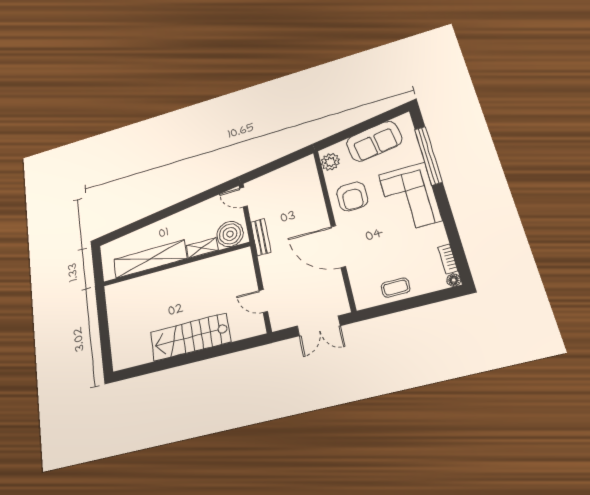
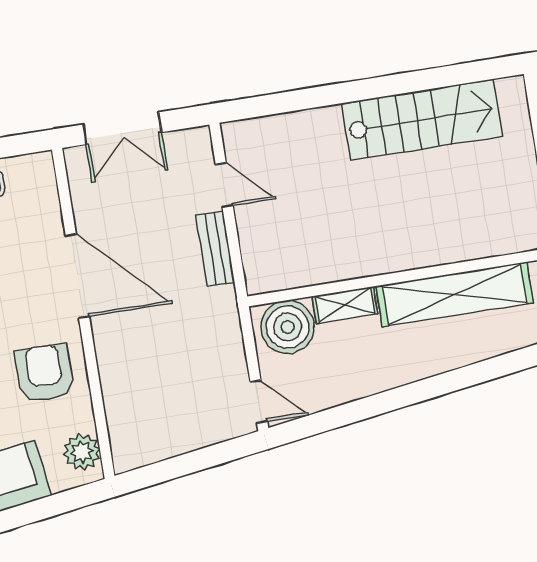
bench: (261, 237) -> (215, 249), moved
double door: (319, 326) -> (122, 128), swing flipped
stairs: (190, 337) -> (422, 120), moved

